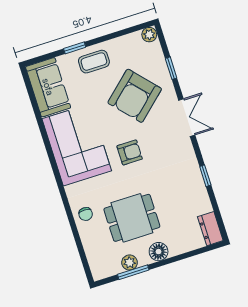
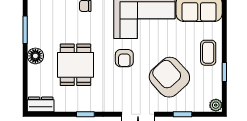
window: (75, 48) -> (224, 72), moved
dining table: (132, 218) -> (75, 65), moved
plant: (130, 262) -> (34, 29), removed

